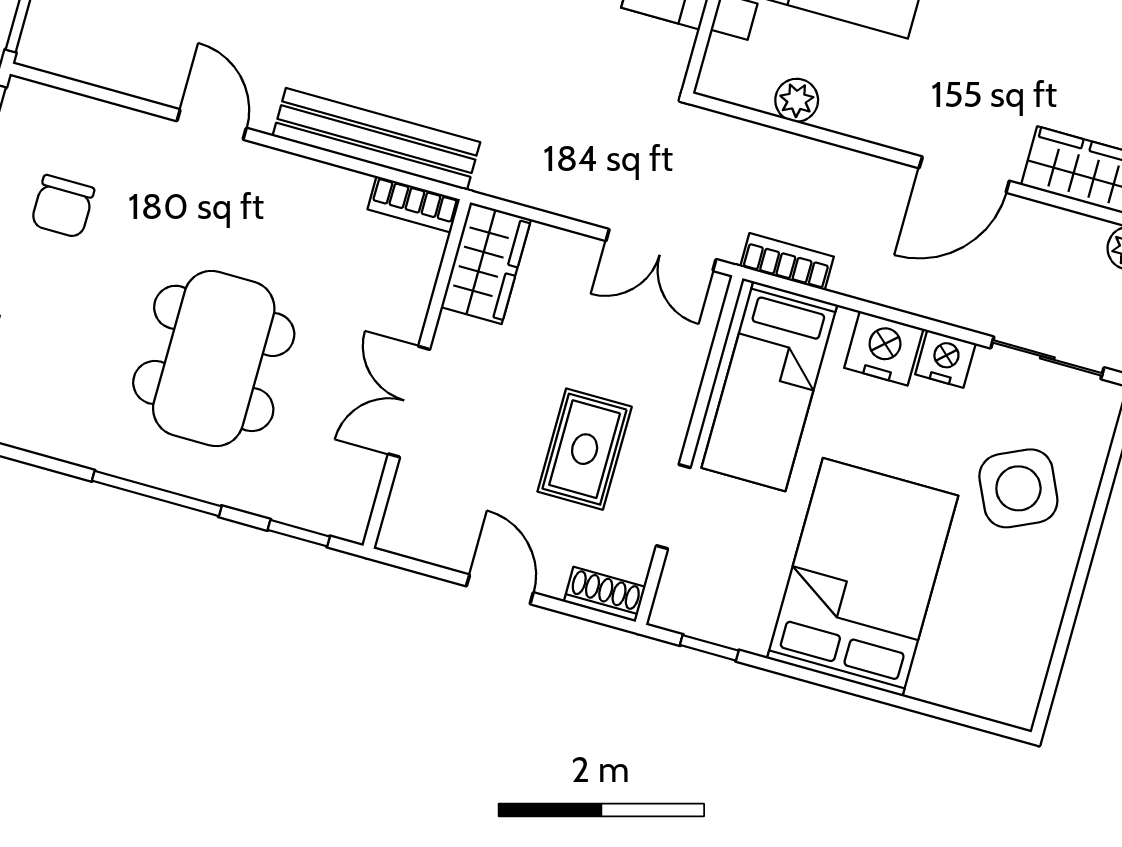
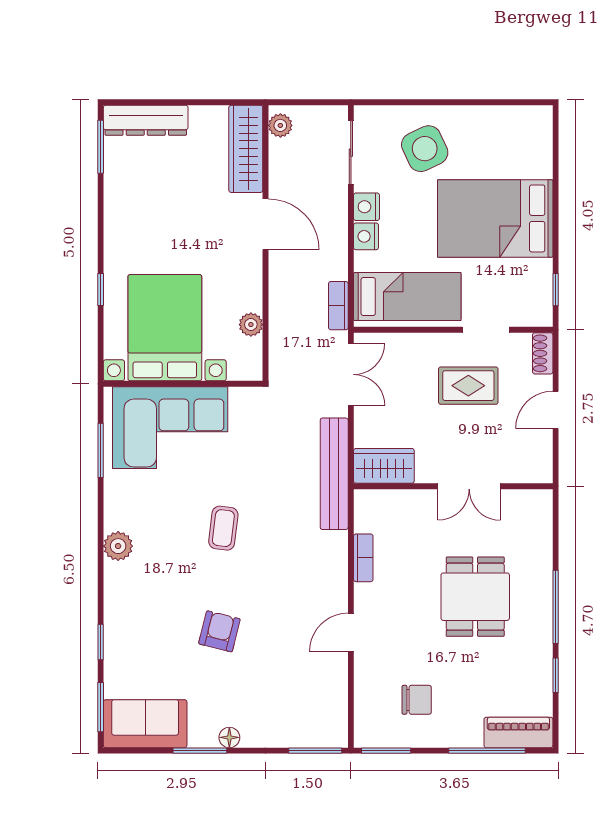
bench: (376, 139) -> (334, 474), moved
bookcase: (414, 204) -> (363, 558), moved
nightstand: (884, 348) -> (366, 236), width x0.74, depth x0.75
dining table: (214, 358) -> (475, 597), width x0.73
window: (299, 533) -> (556, 675), moved

